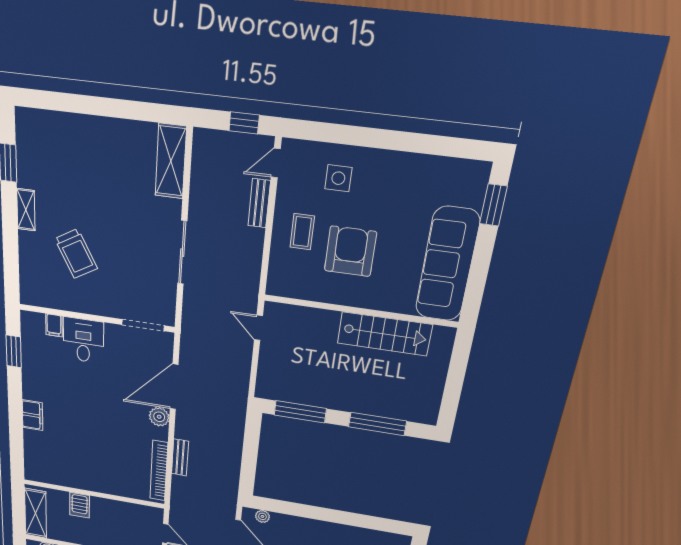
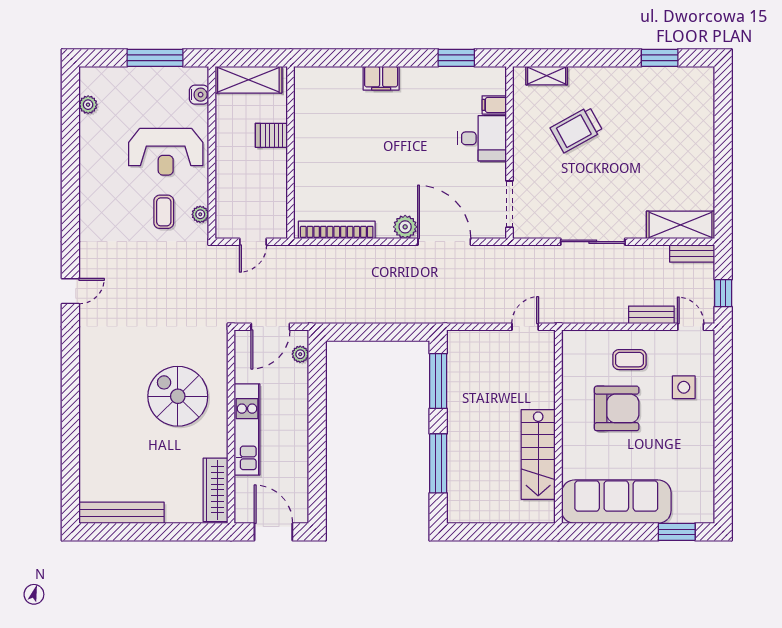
shelving: (26, 210) -> (547, 76), moved
bench: (180, 457) -> (692, 253), moved

